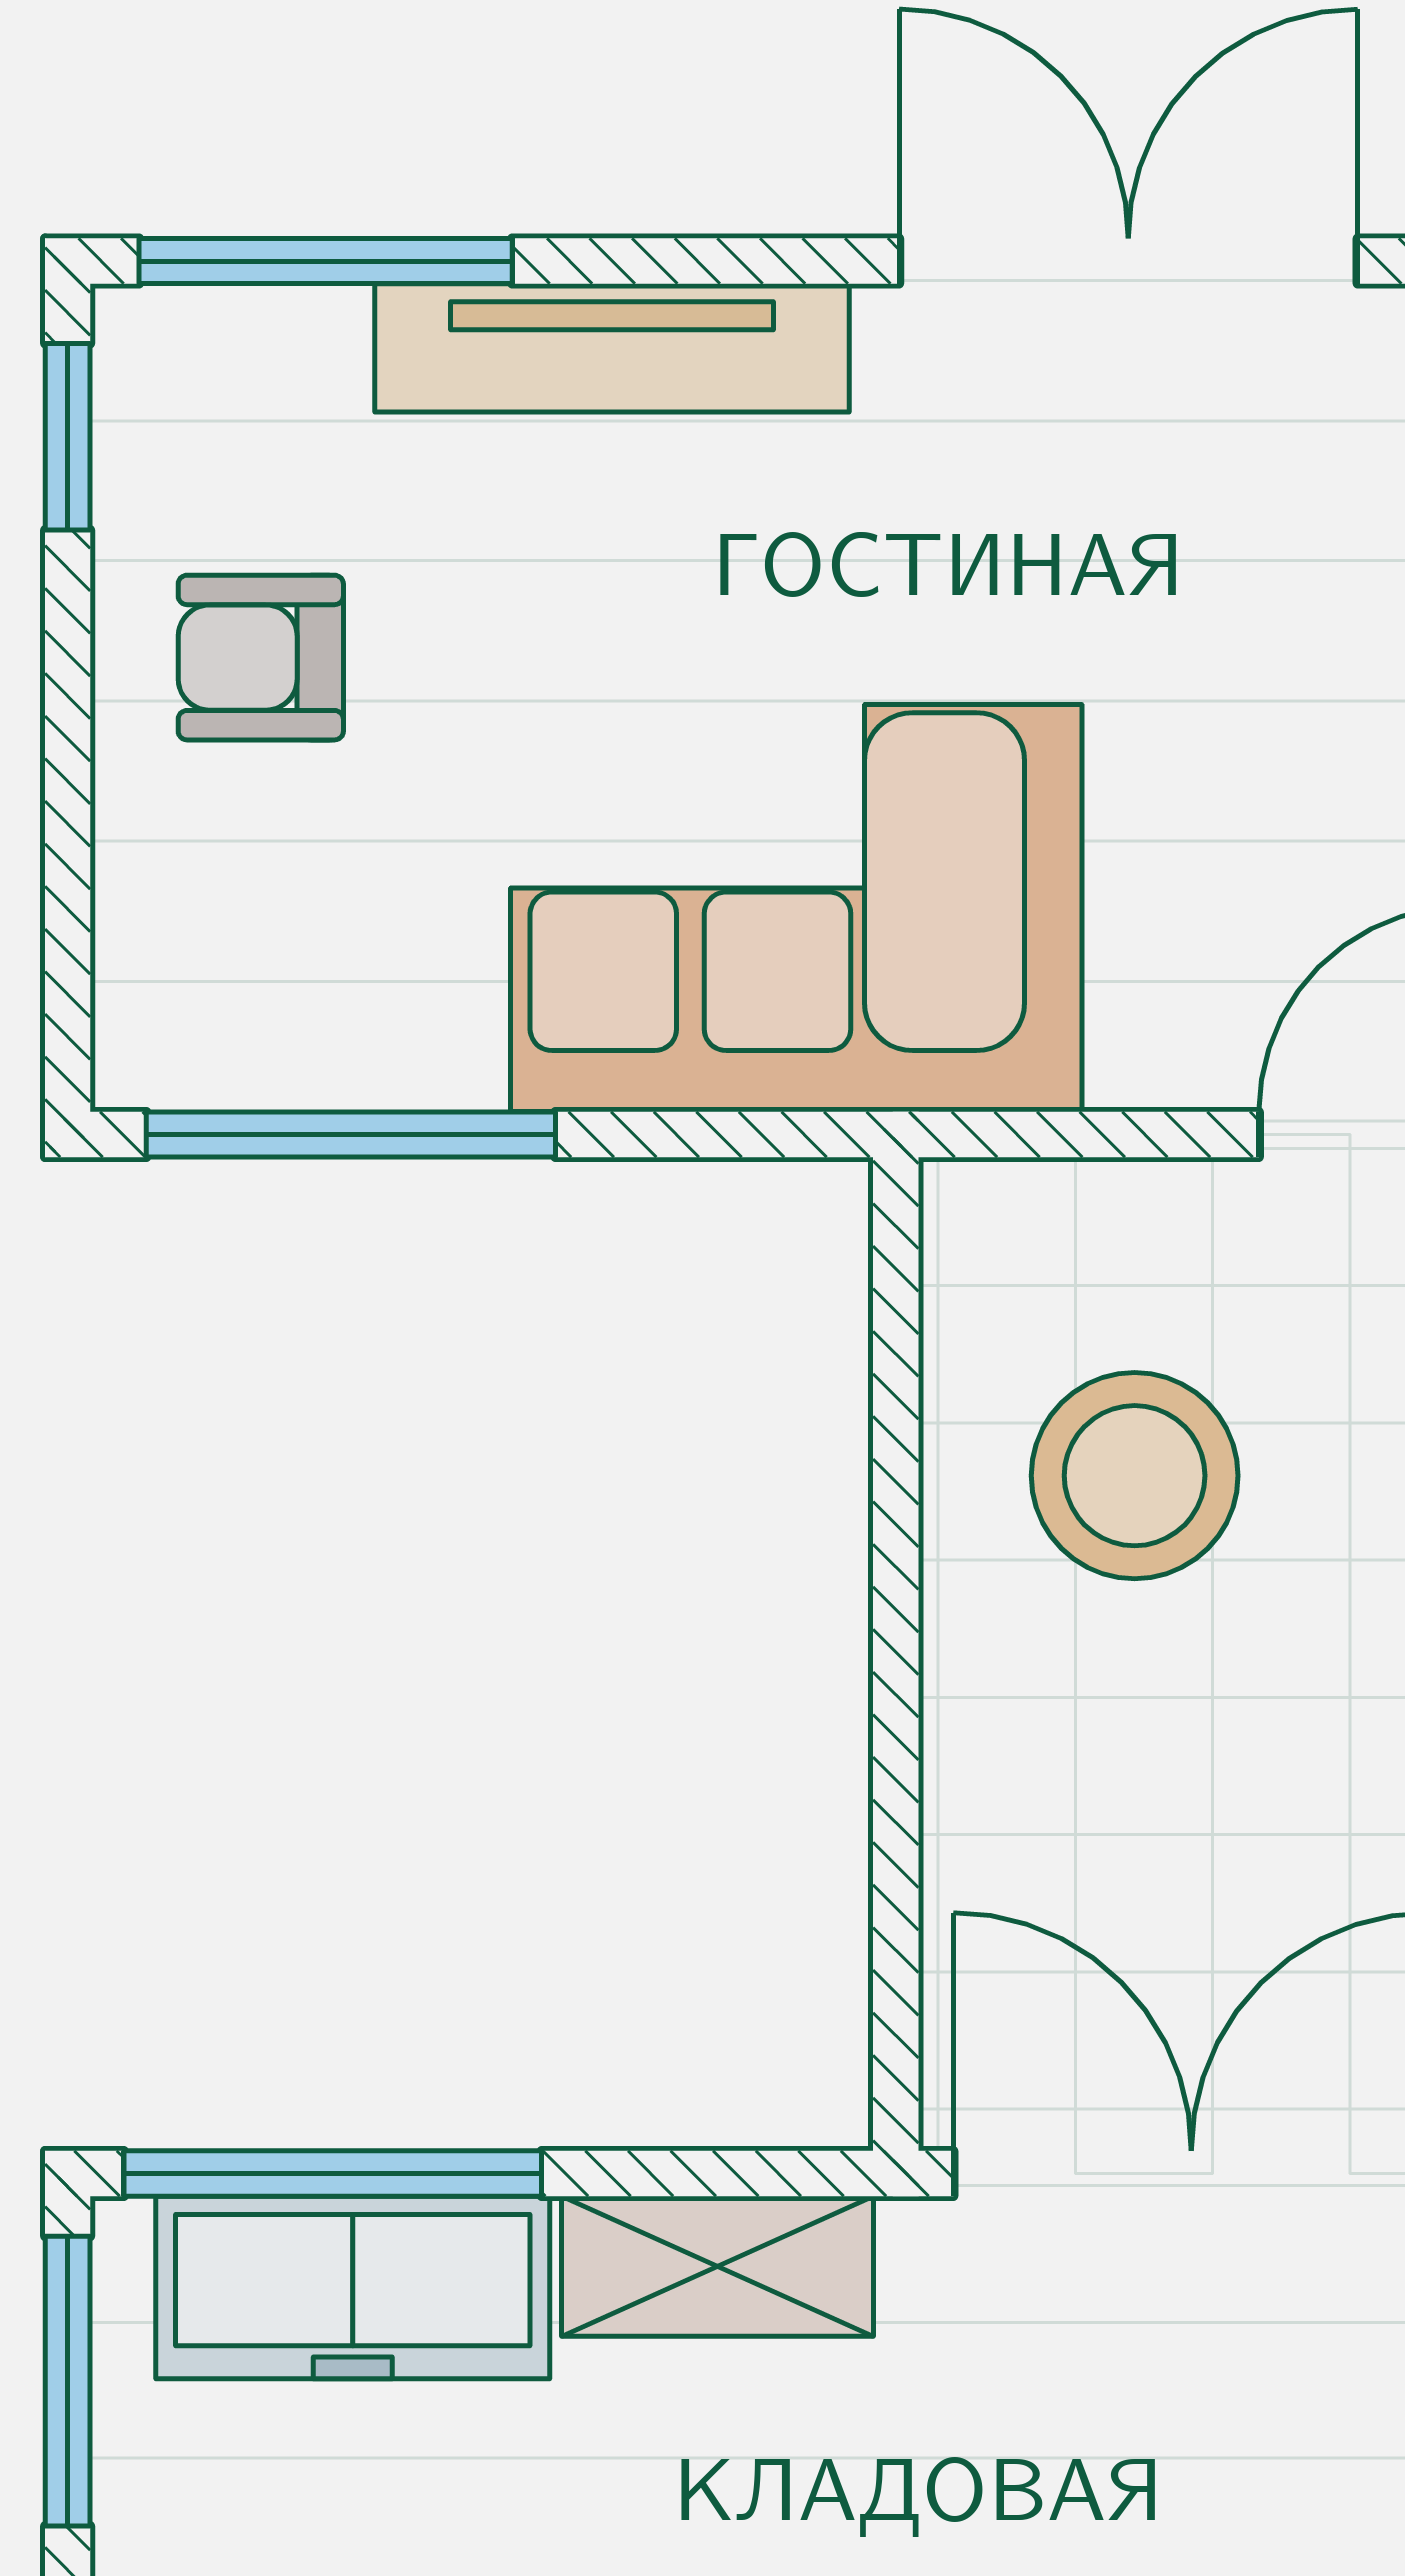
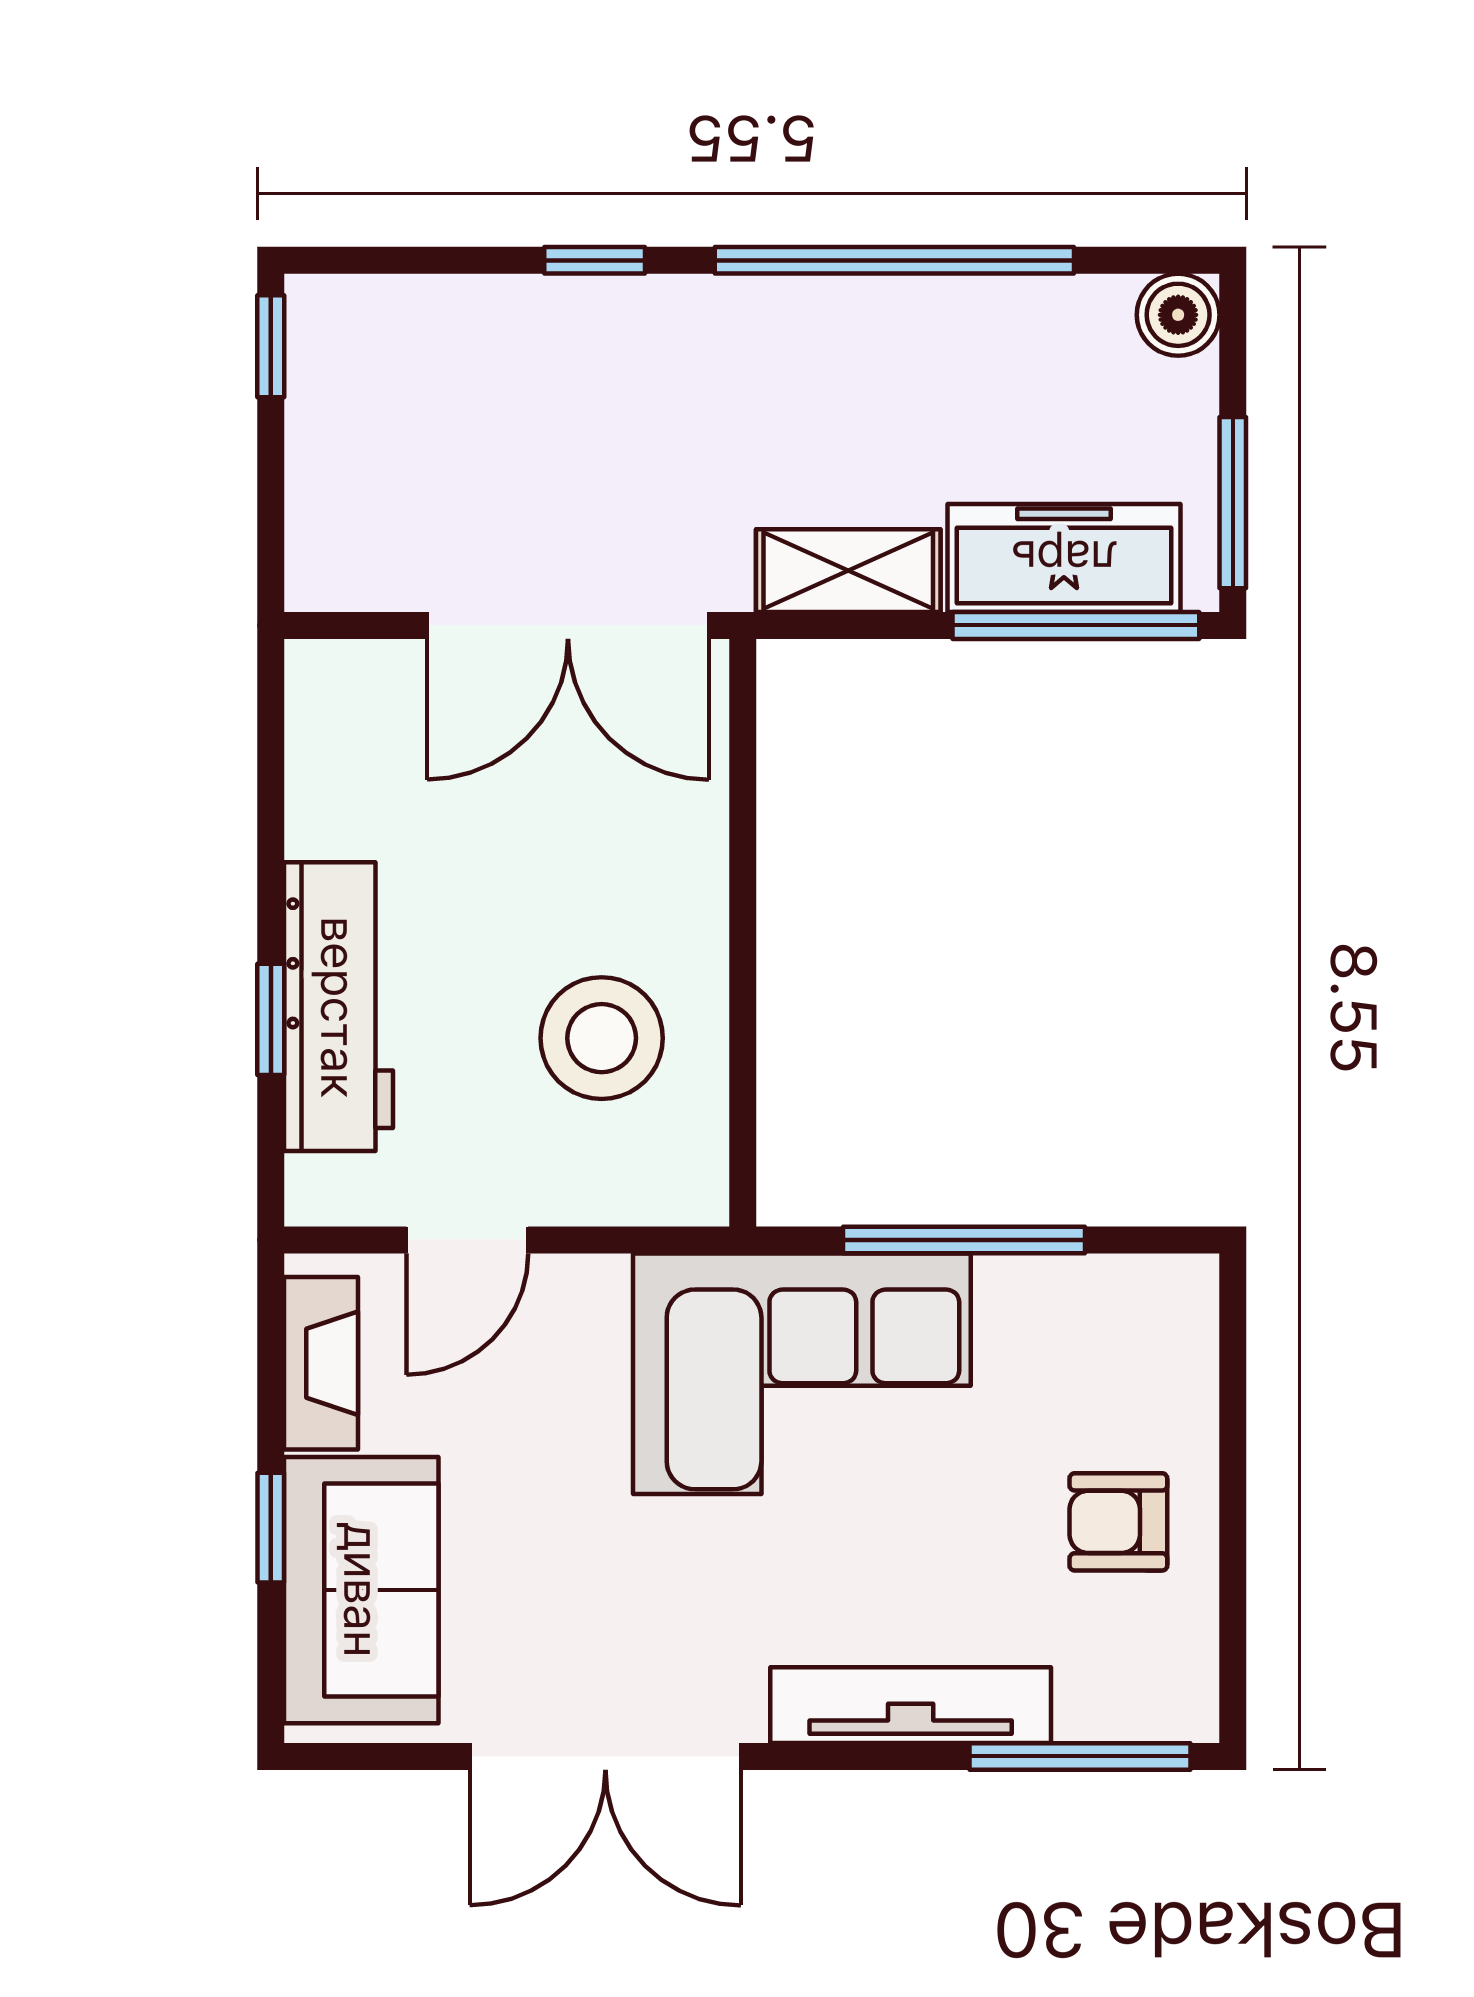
window: (68, 437) -> (1233, 1653), removed
armchair: (261, 658) -> (1118, 1522), turned 180
window: (351, 1134) -> (964, 1240), moved

